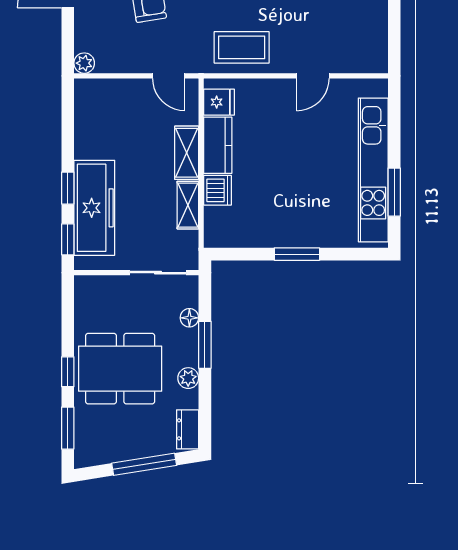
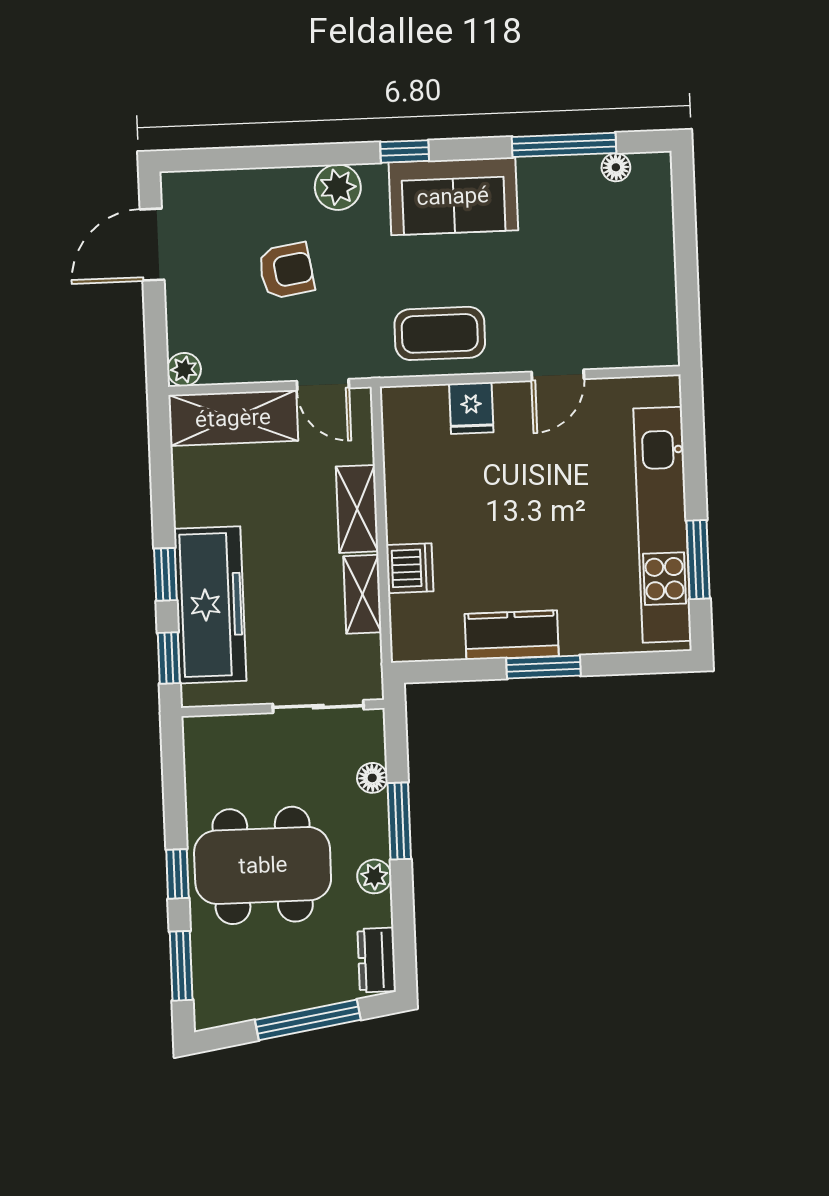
shelving: (113, 94) -> (233, 418), added
fridge: (219, 102) -> (471, 408), moved, turned 90
kitchen counter: (218, 145) -> (512, 635), moved, turned -90

